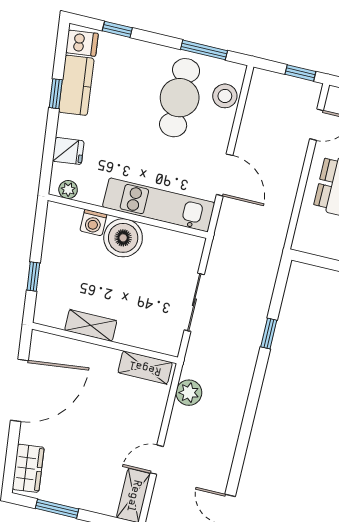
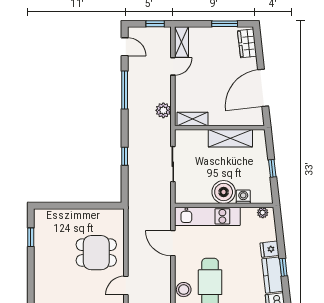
fridge: (68, 151) -> (270, 249), moved
window: (33, 277) -> (272, 168), moved
shelving: (91, 326) -> (230, 138), width x1.50, depth x1.33
window: (243, 440) -> (125, 90), added

